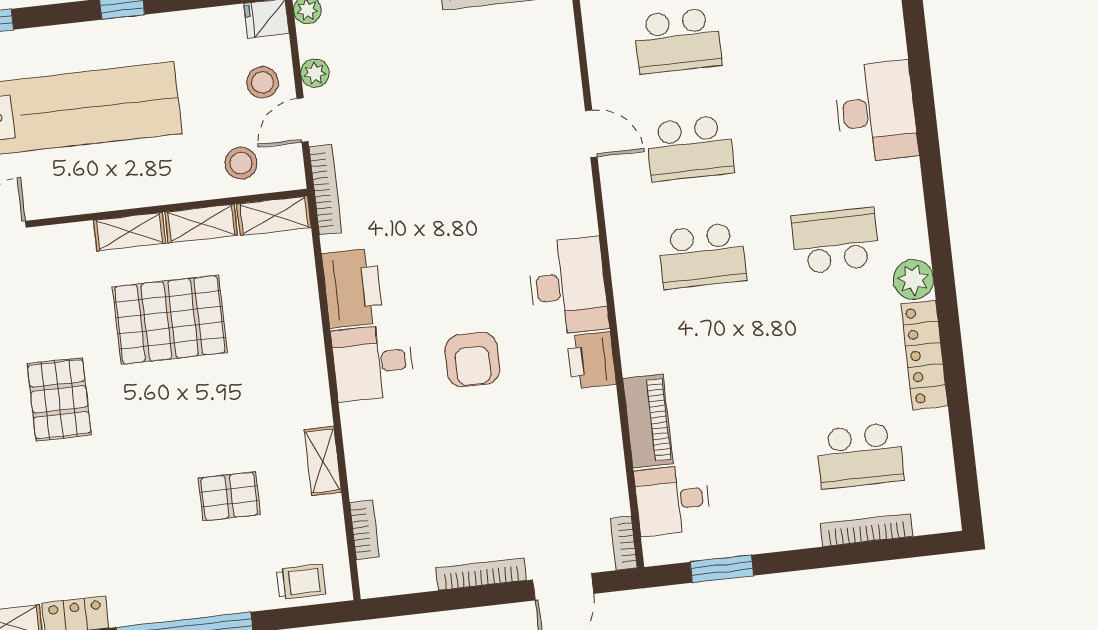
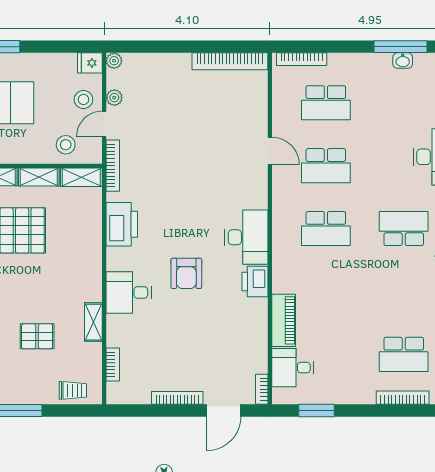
desk: (373, 363) -> (129, 292), moved

